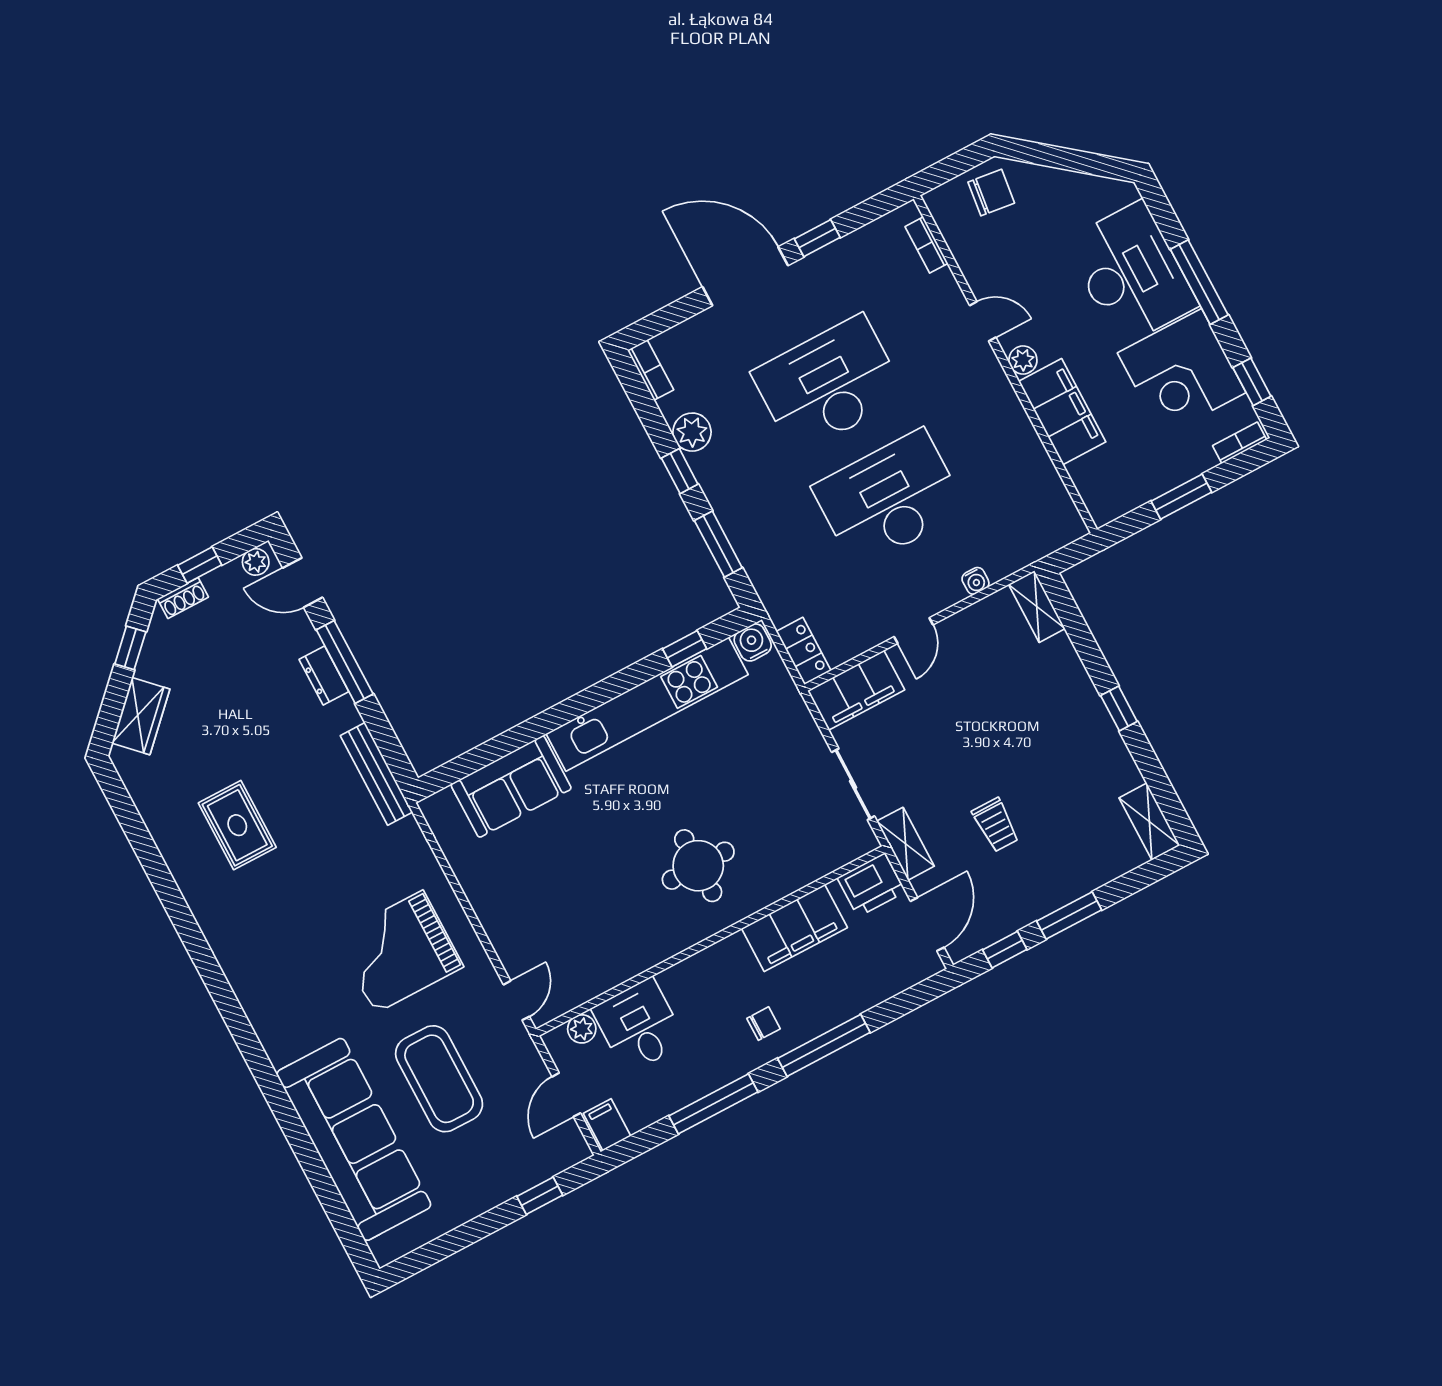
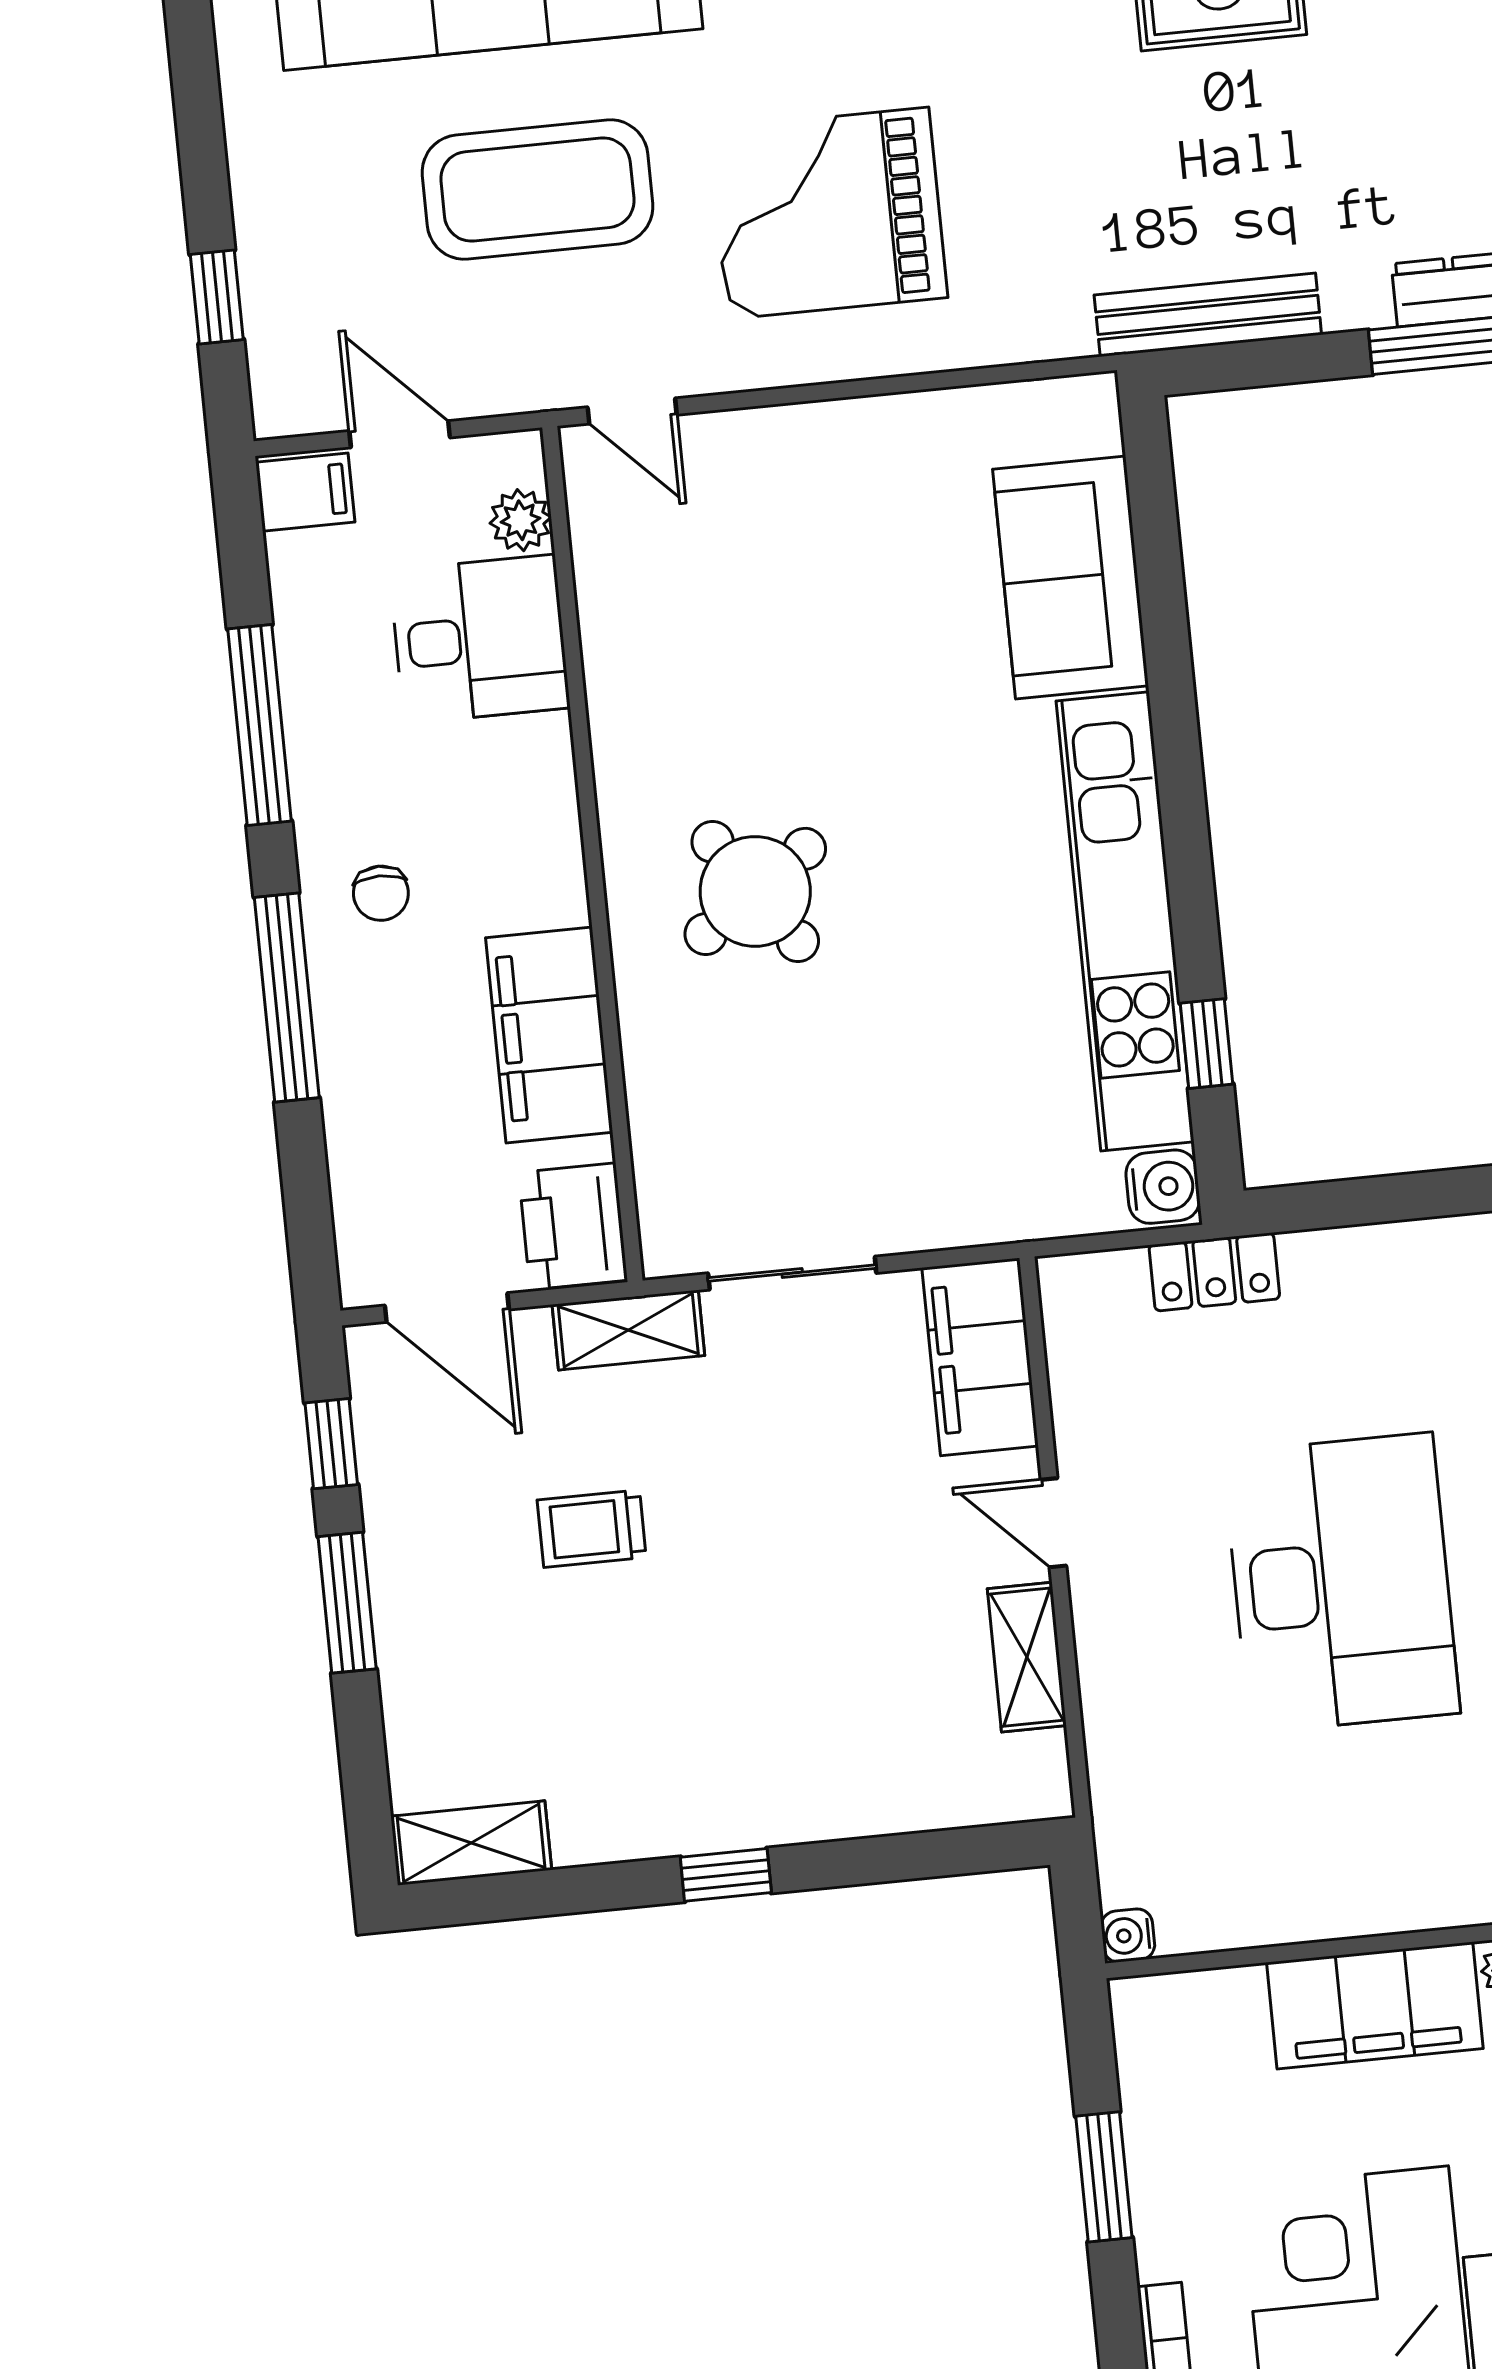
window: (718, 544) -> (1391, 1198), removed
water cooler: (975, 581) -> (1128, 1935), moved
shelving: (1037, 607) -> (1027, 1657), moved, turned 90
locker: (804, 651) -> (1214, 1272), moved
round table: (698, 866) -> (755, 891), turned -35
grand piano: (399, 952) -> (828, 213), turned -90

